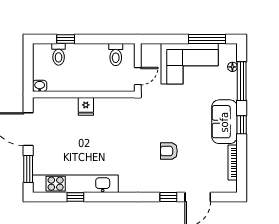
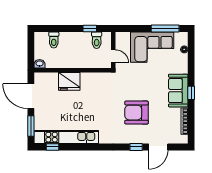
window: (66, 39) -> (90, 29), moved
door: (138, 76) -> (113, 56), hinge flipped
window: (242, 81) -> (191, 60), removed
fridge: (86, 106) -> (69, 81), width x1.88, depth x1.34
armchair: (169, 151) -> (137, 113), width x1.88, depth x1.88
window: (75, 197) -> (52, 147), moved

